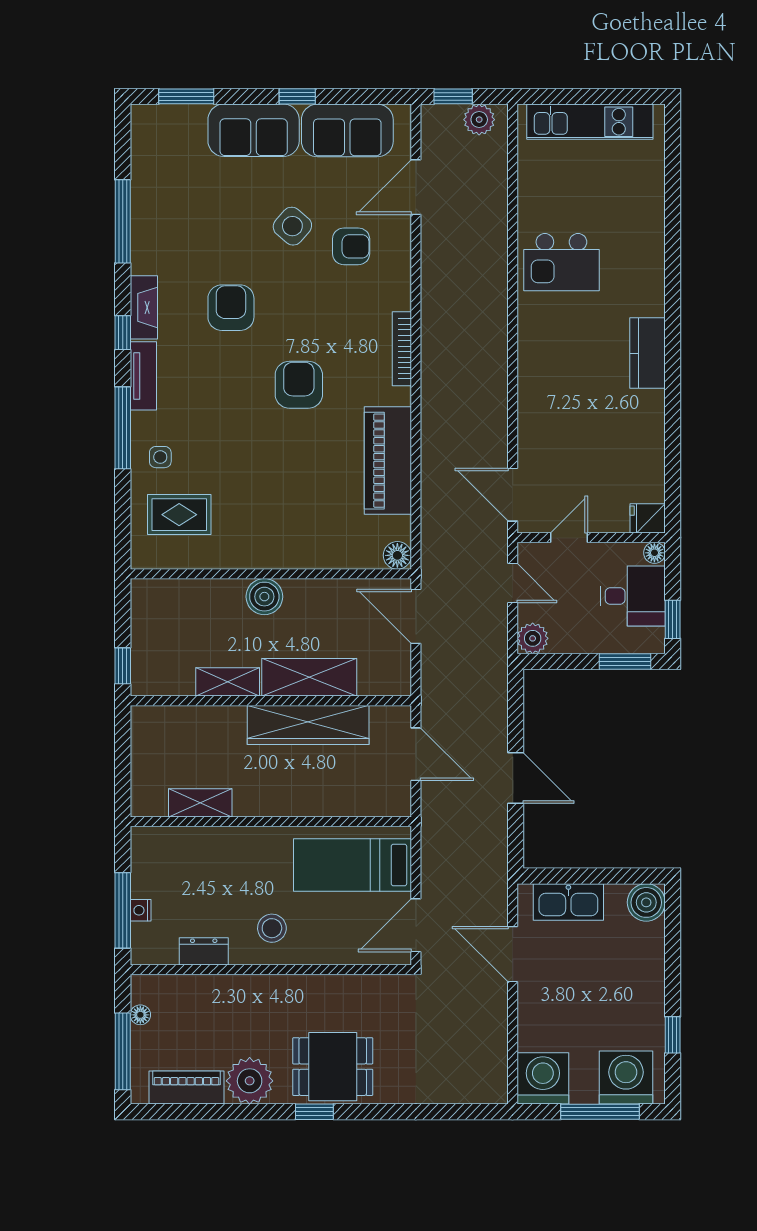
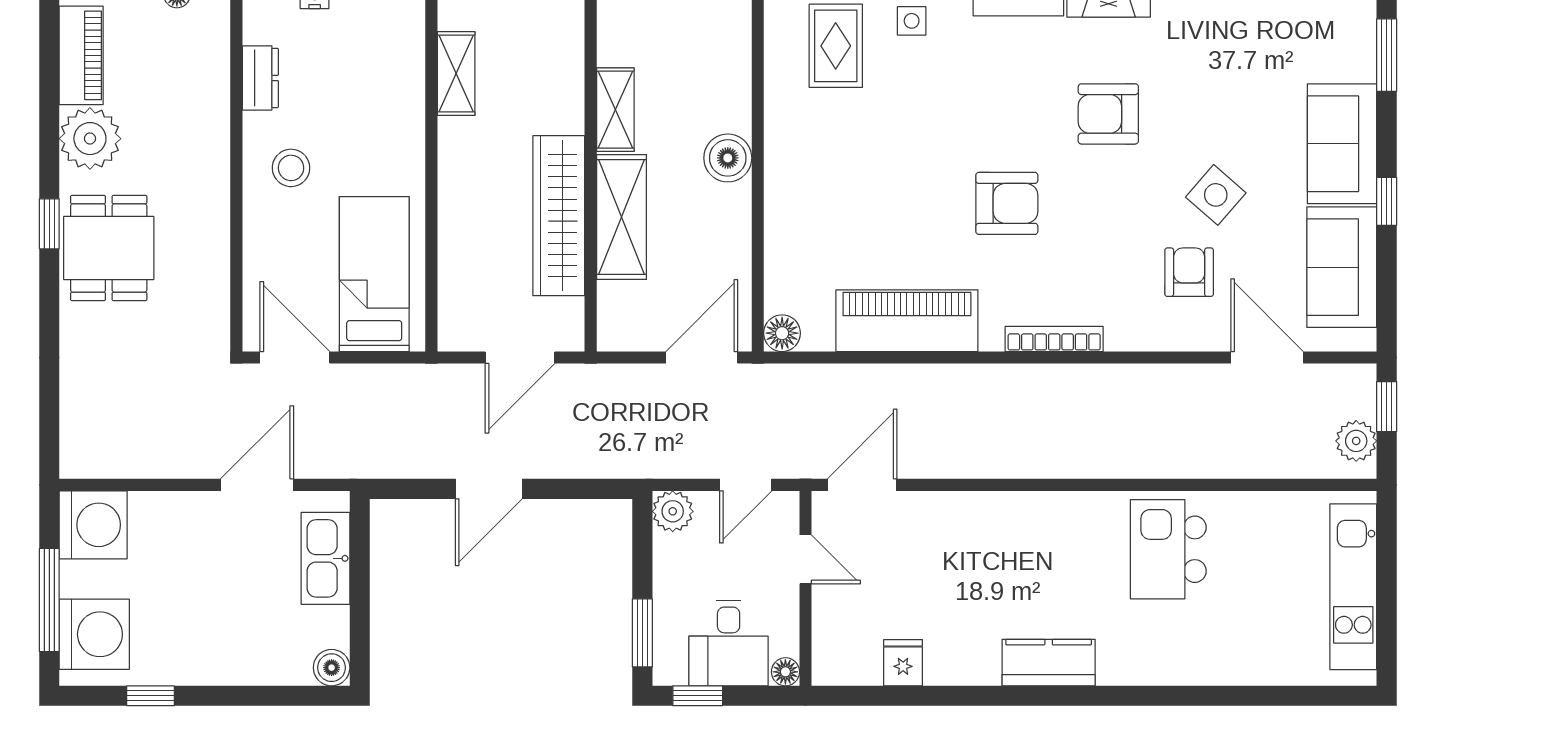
armchair: (351, 246) -> (1189, 272), turned 180
armchair: (231, 308) -> (1108, 114), turned 180
fridge: (648, 518) -> (903, 663), moved
boiler: (646, 902) -> (332, 668), width x0.73, depth x0.73

